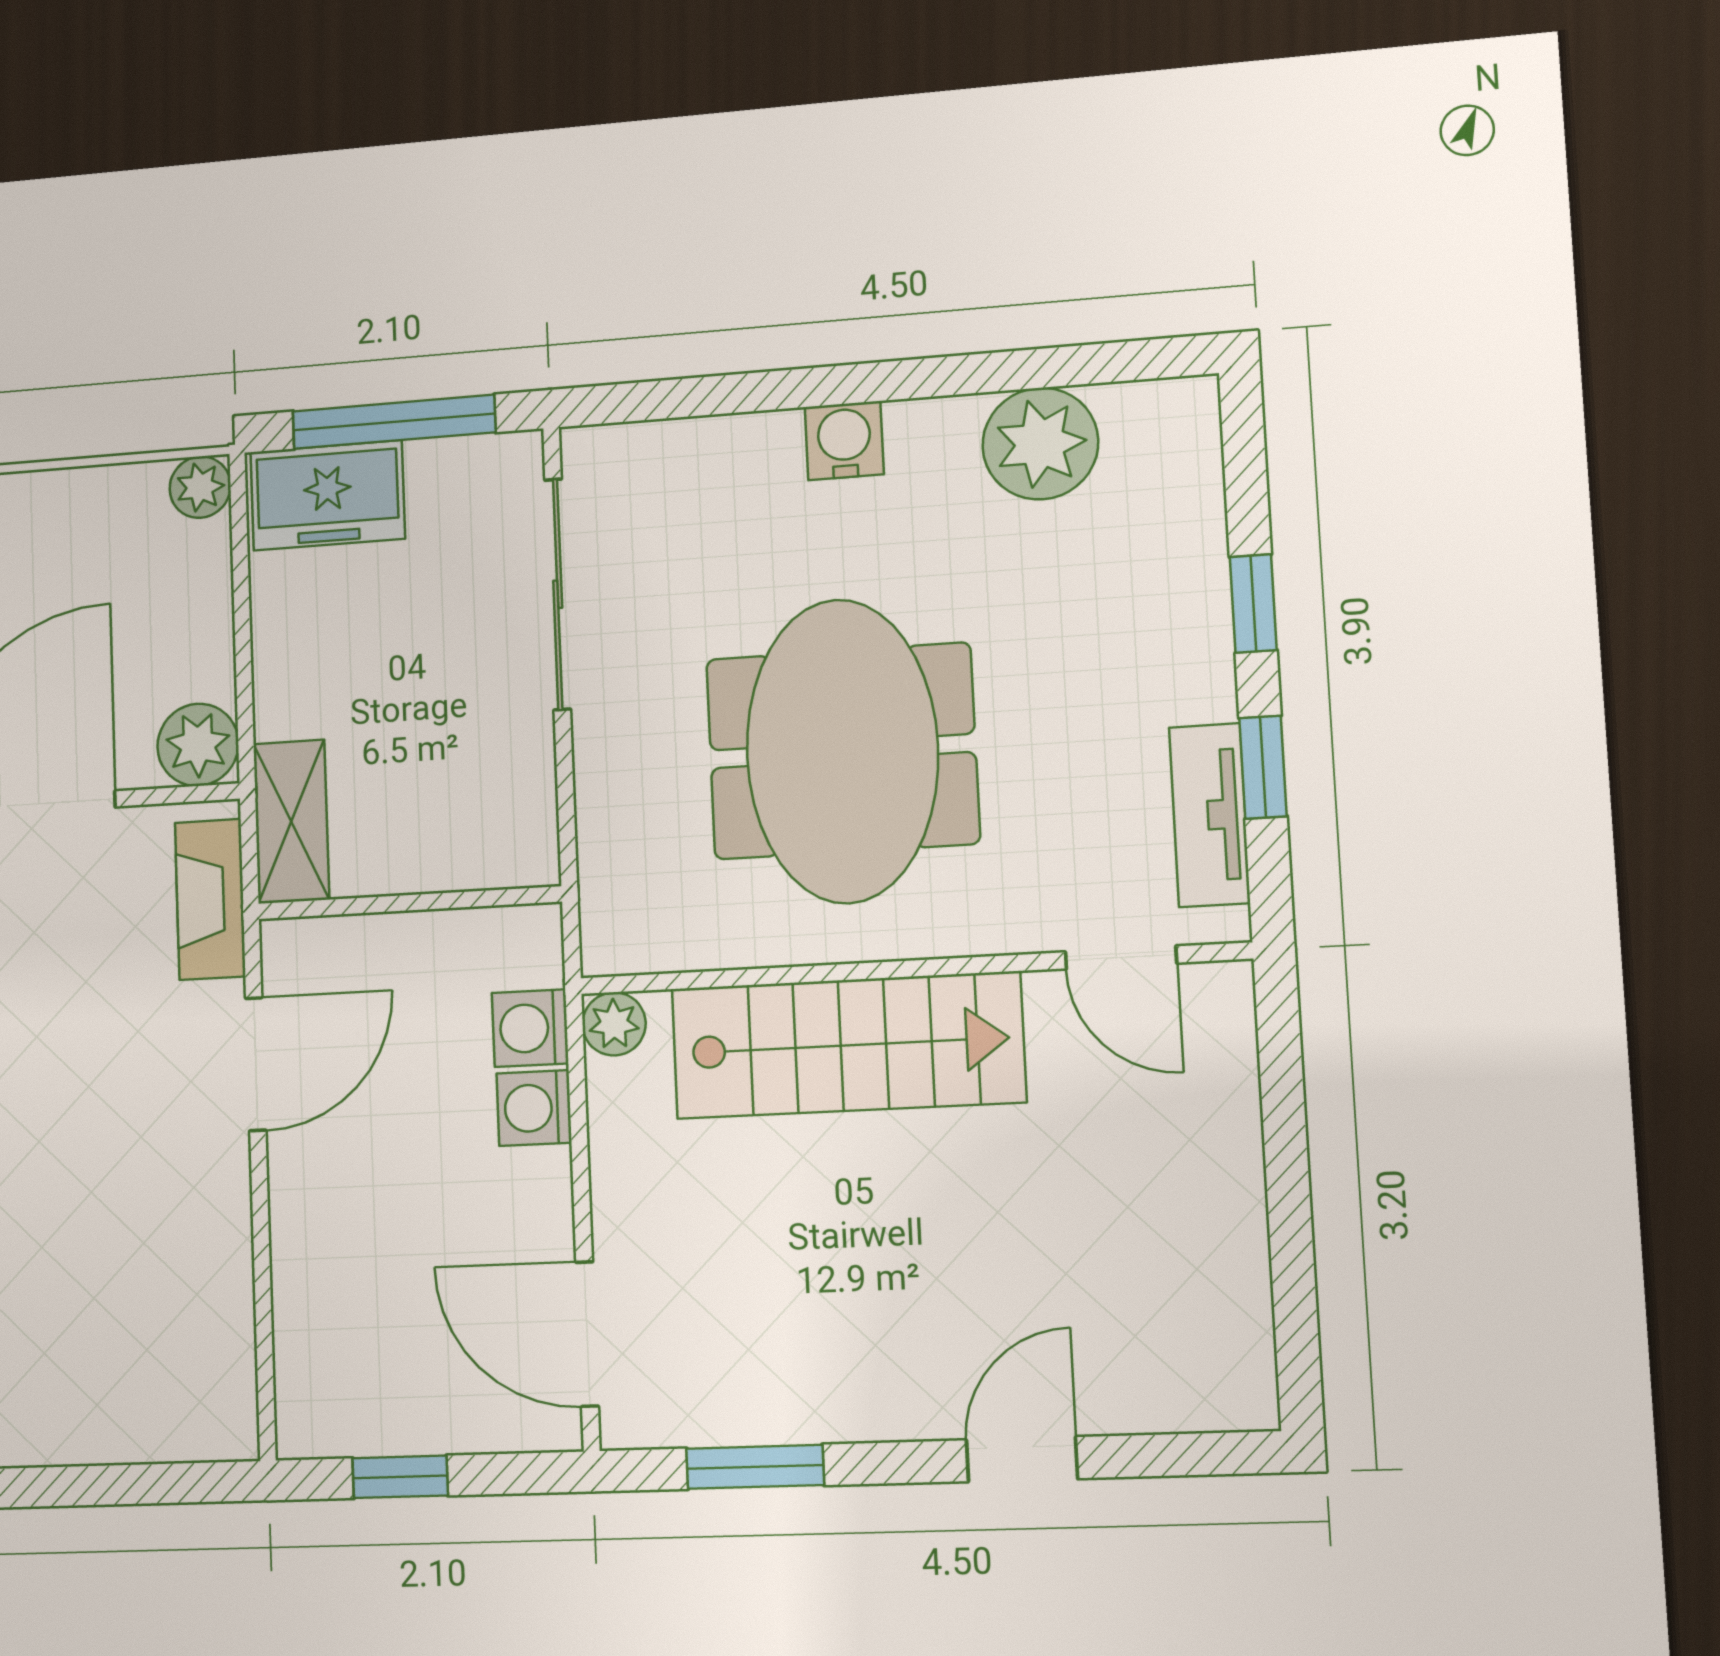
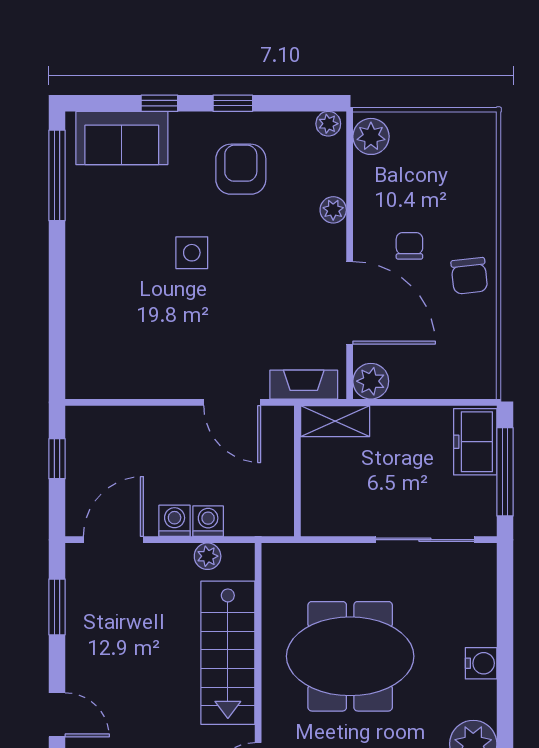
plant: (200, 487) -> (483, 386), removed
plant: (614, 1024) -> (208, 556), moved
washing machine: (530, 1028) -> (175, 521), moved

